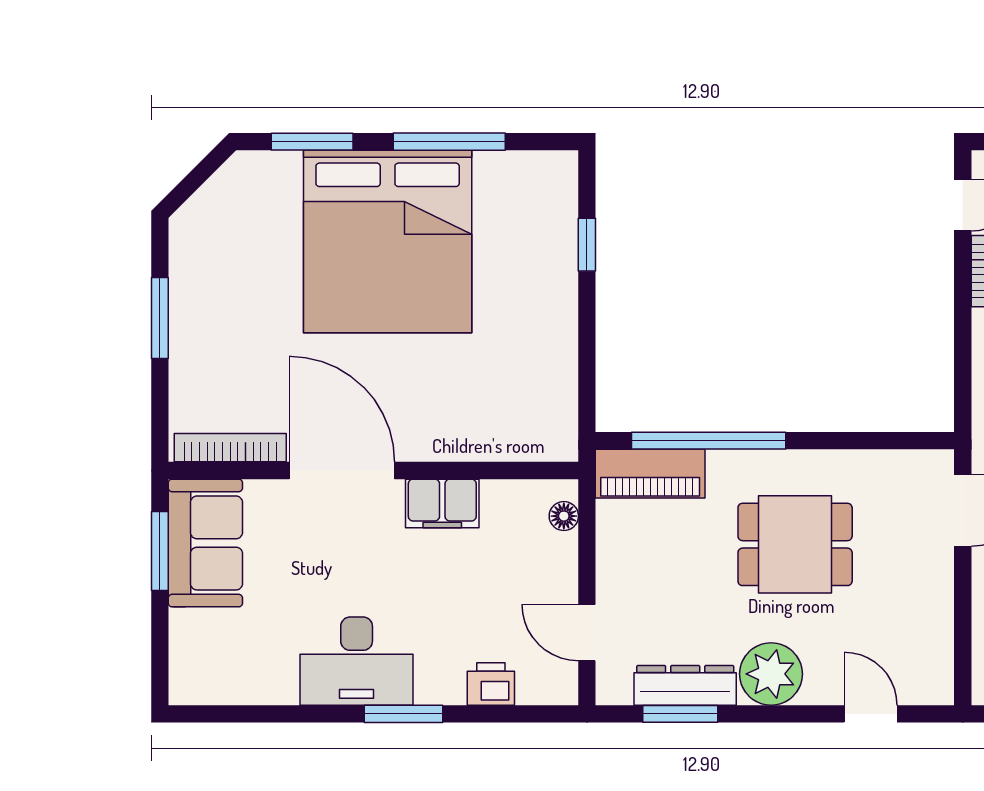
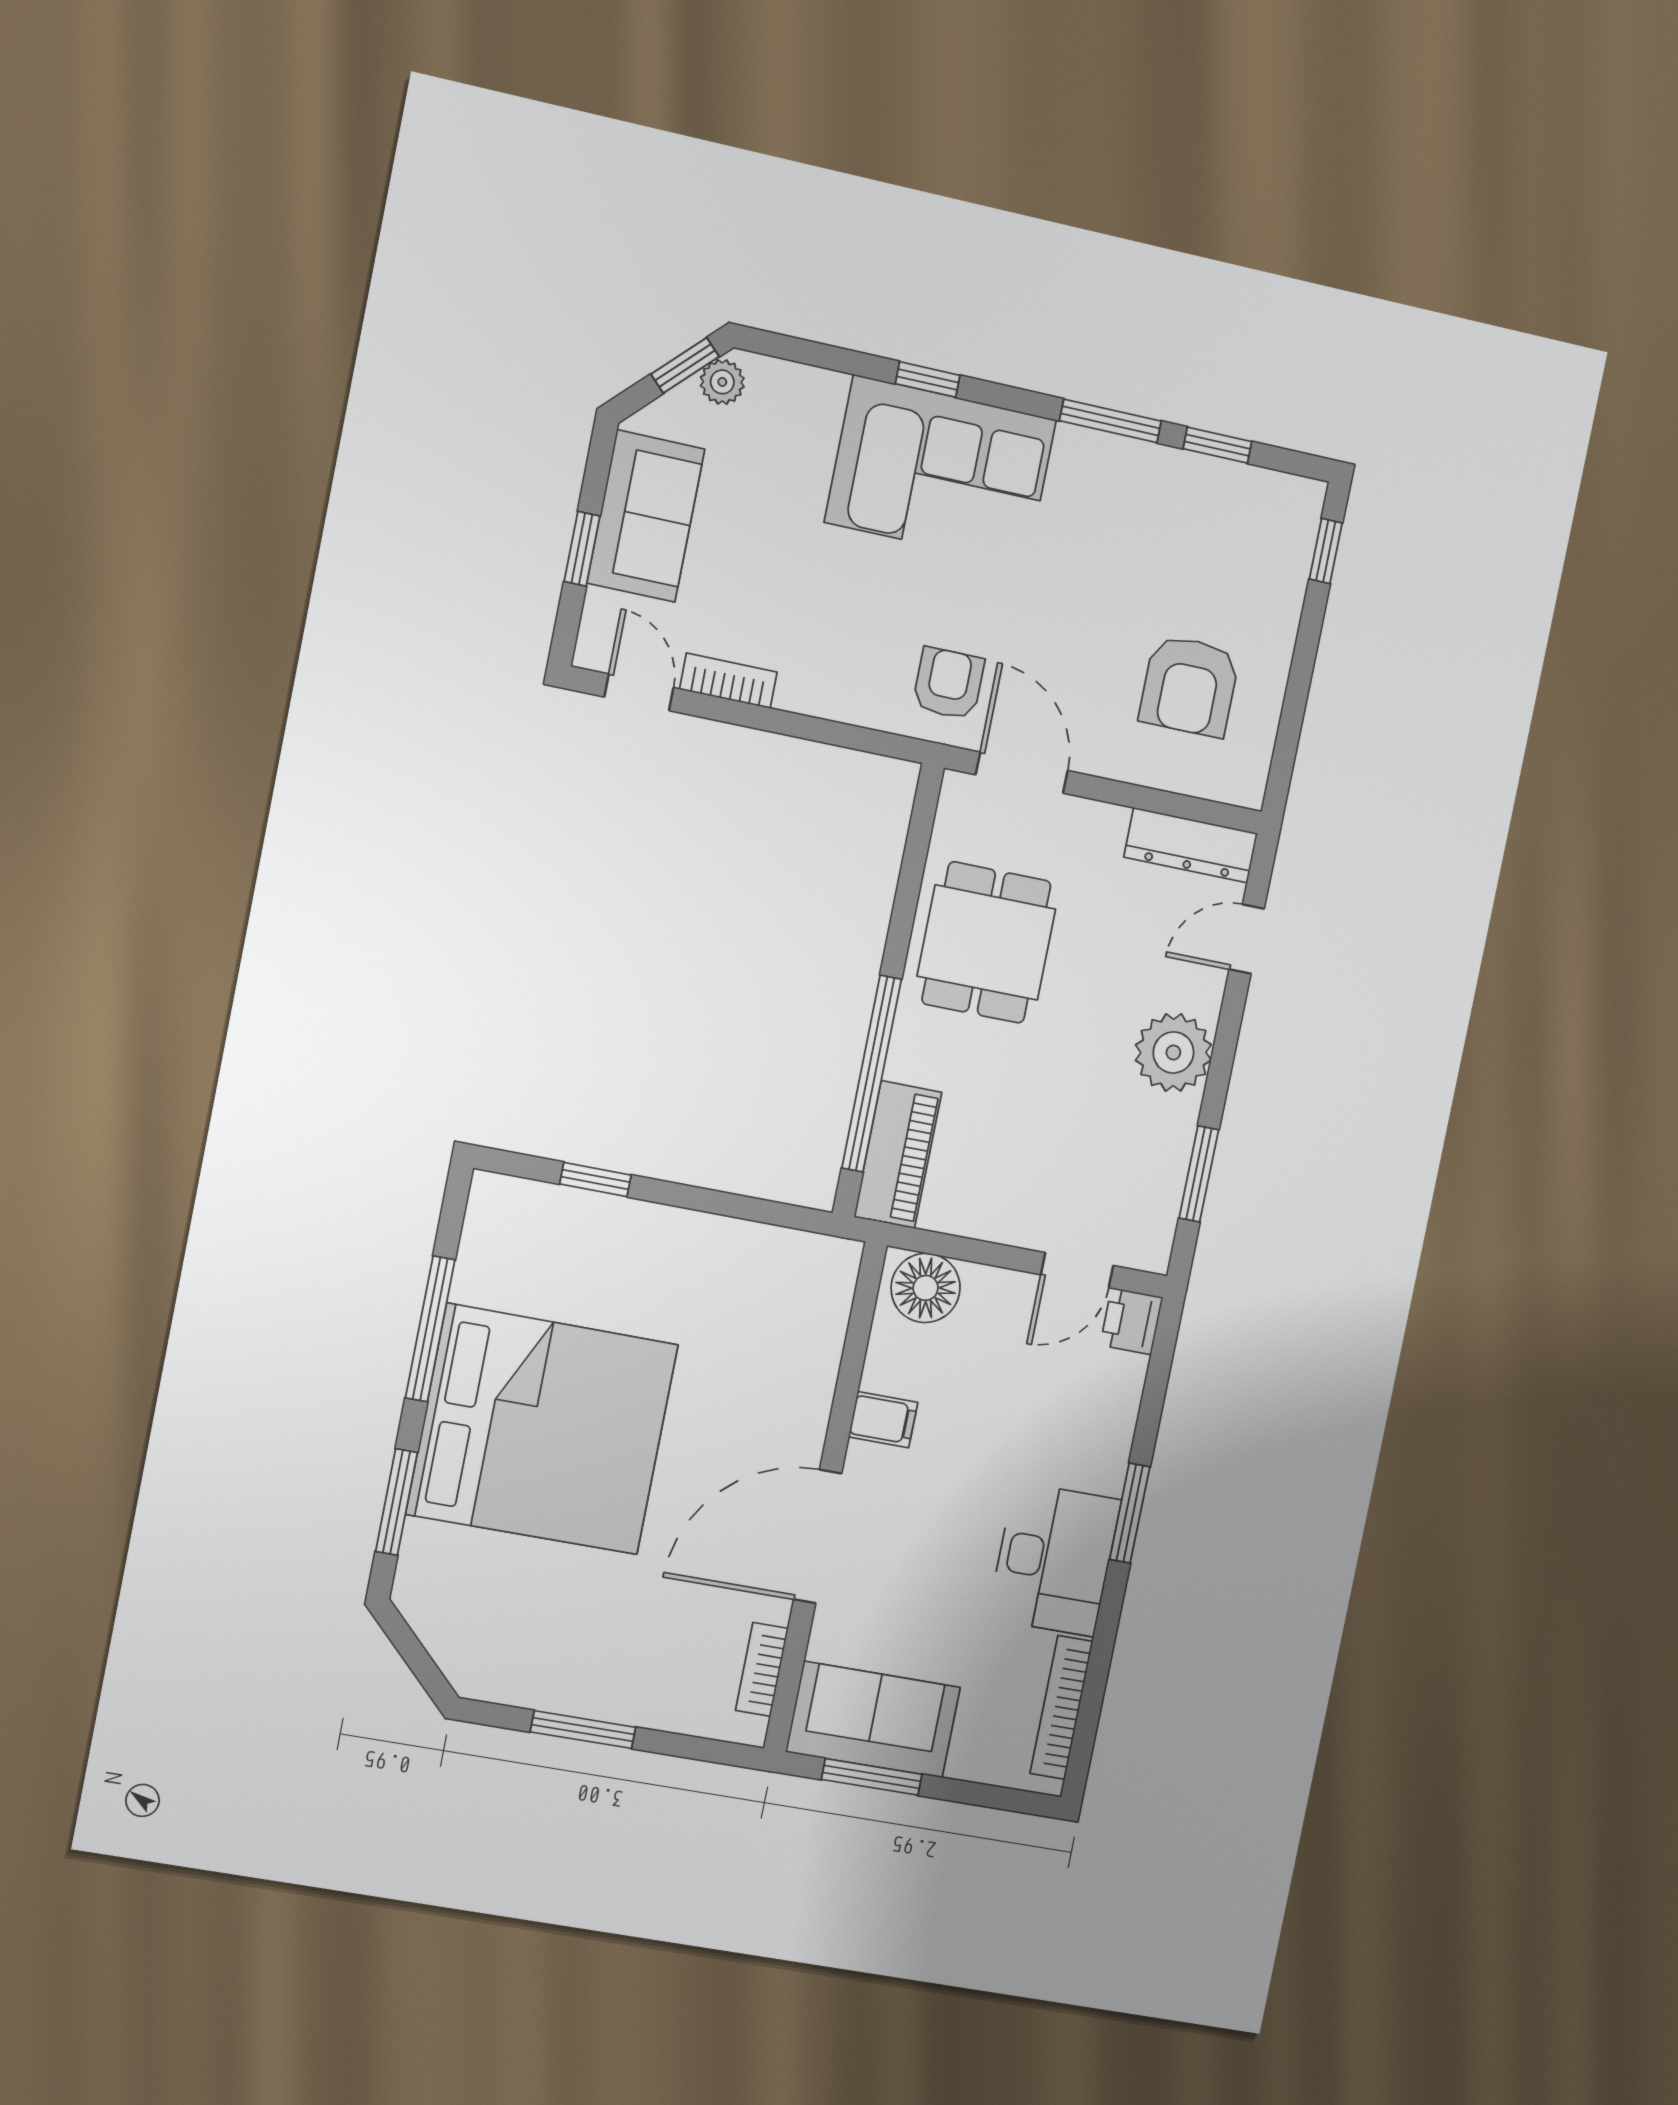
bookcase: (230, 448) -> (762, 1669), width x0.64
filing cabinet: (442, 503) -> (883, 1420), width x0.50
floor lamp: (564, 516) -> (926, 1288), width x1.89, depth x1.89
dining table: (795, 544) -> (986, 942), moved
printer: (491, 684) -> (1131, 1321), moved
dresser: (685, 685) -> (1191, 845), moved, turned -90
bookcase: (240, 691) -> (1061, 1707), added

